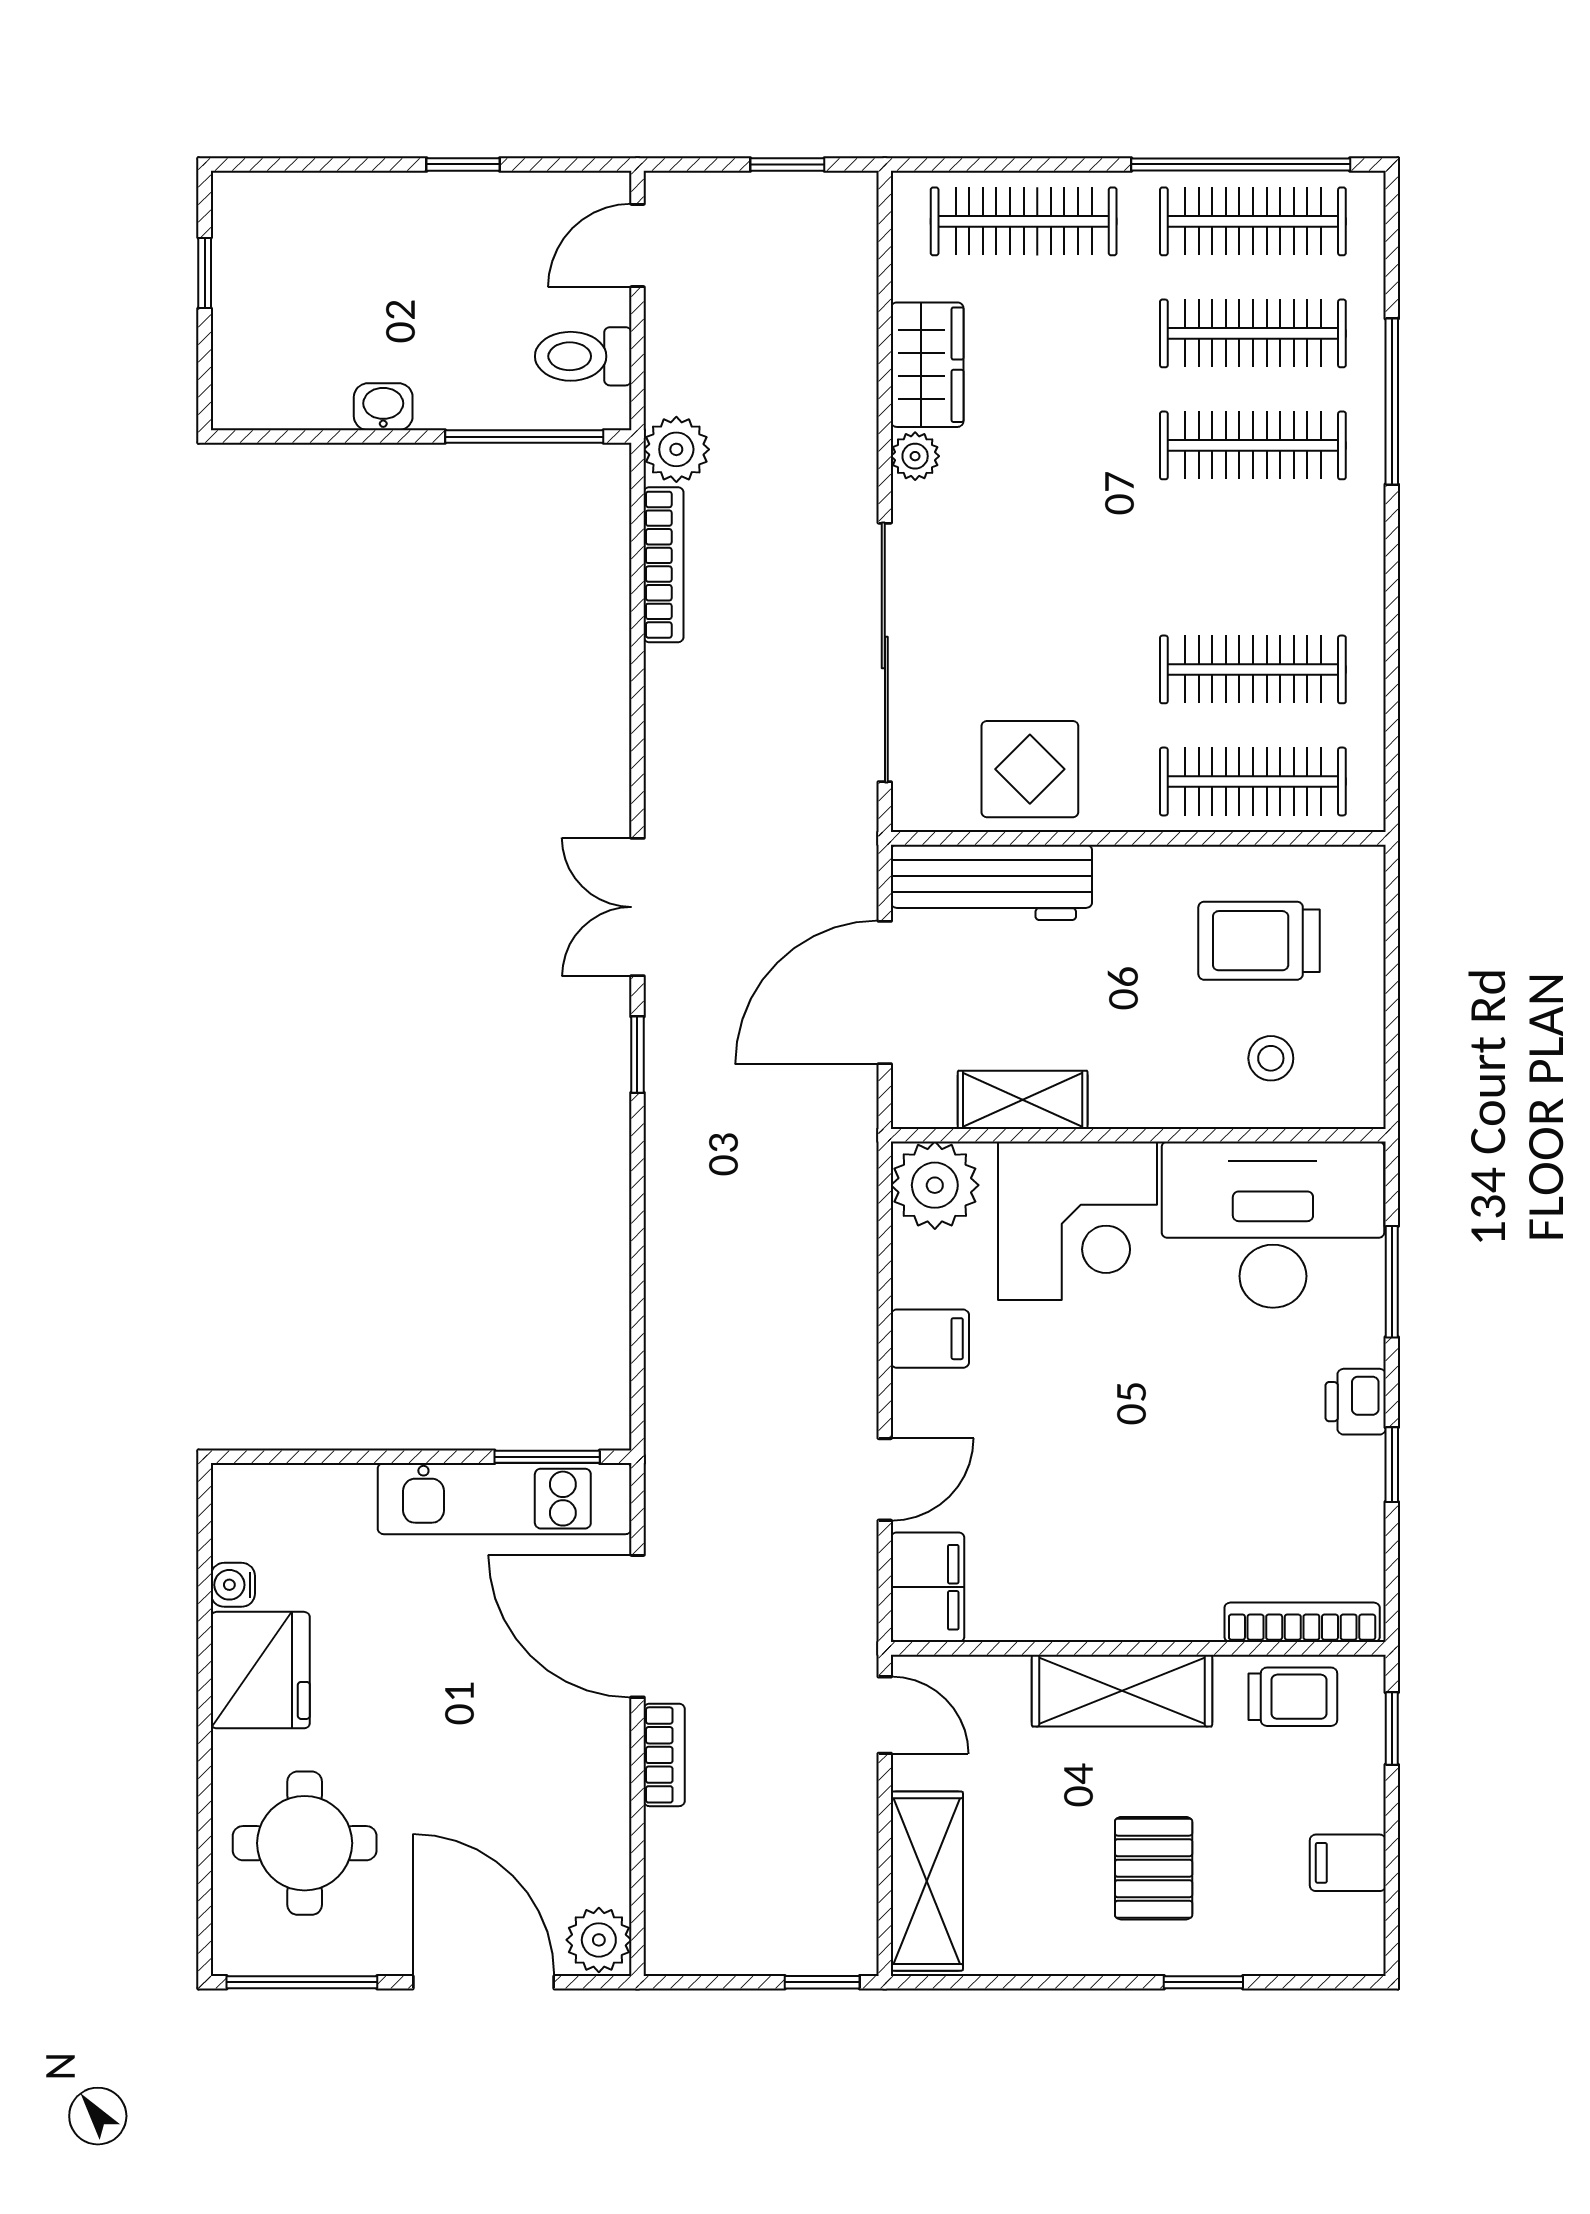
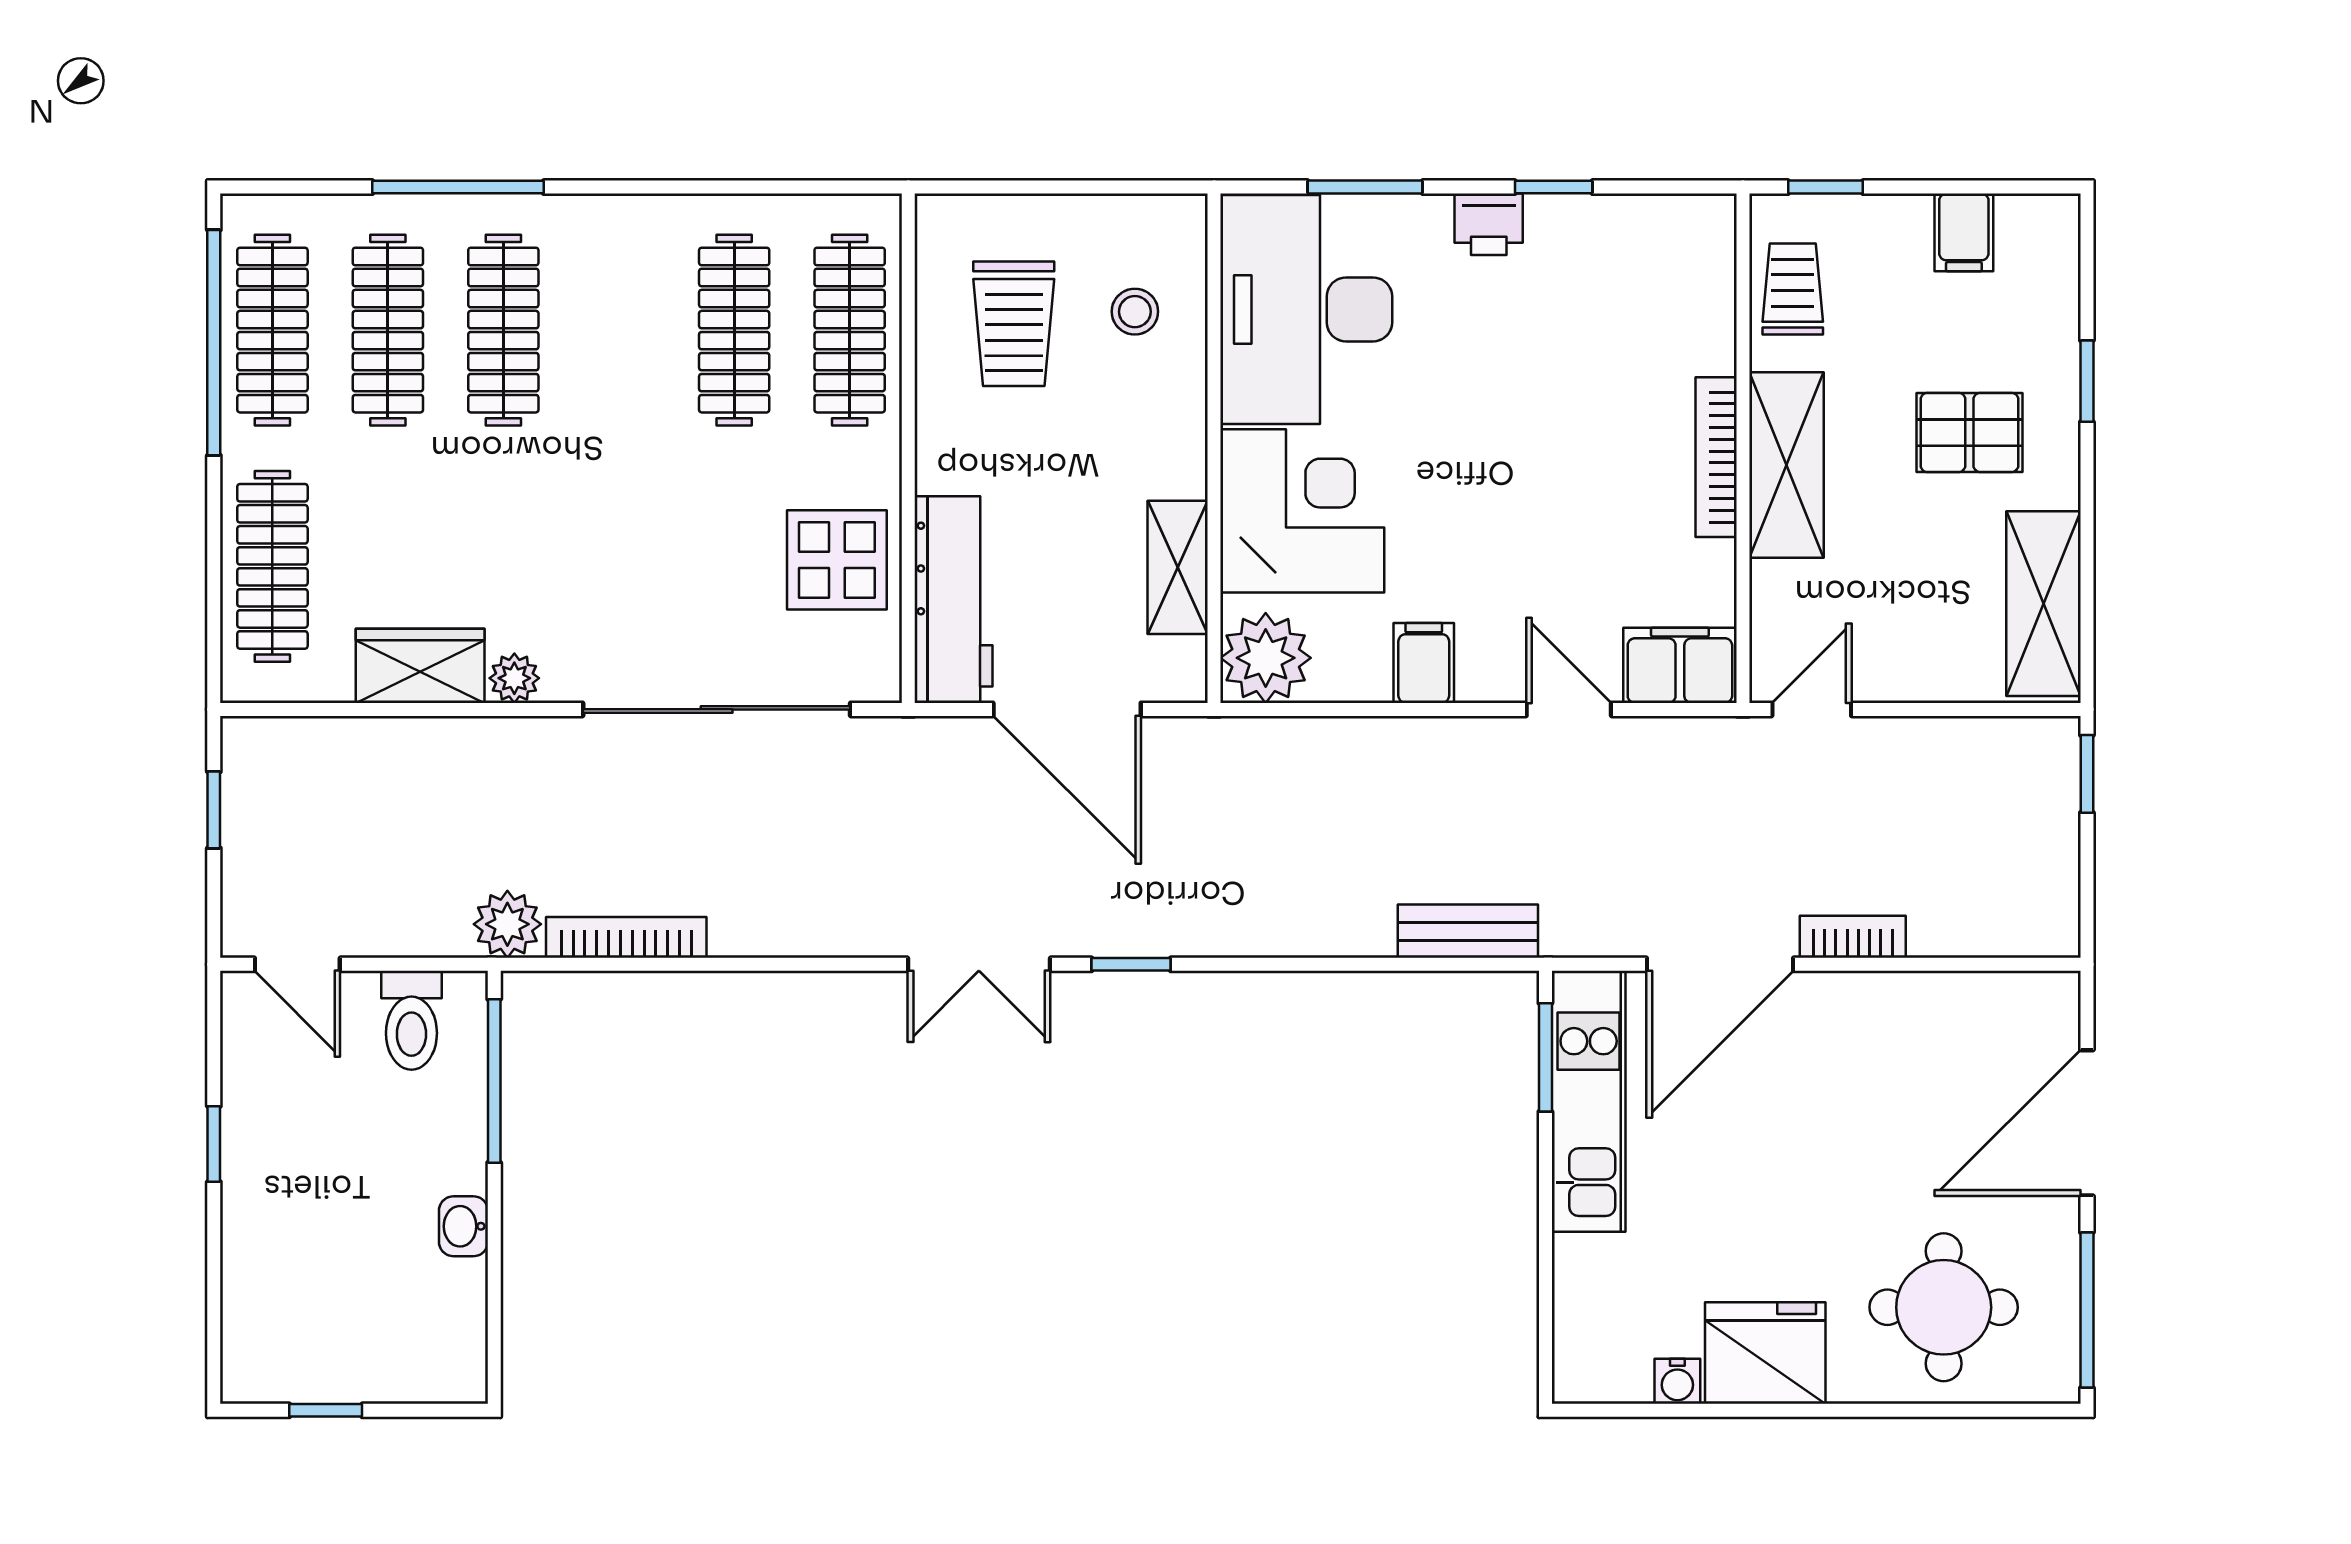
bench: (670, 1381) -> (1468, 931), added
bookcase: (1302, 1622) -> (1716, 457), moved
shelving: (927, 1881) -> (2044, 604), moved, turned 90
plant: (599, 1940) -> (2043, 1004), removed

